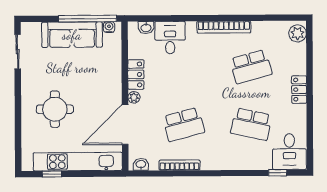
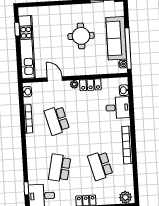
round table: (55, 109) -> (81, 36), moved
door: (125, 125) -> (55, 79), width x0.53

